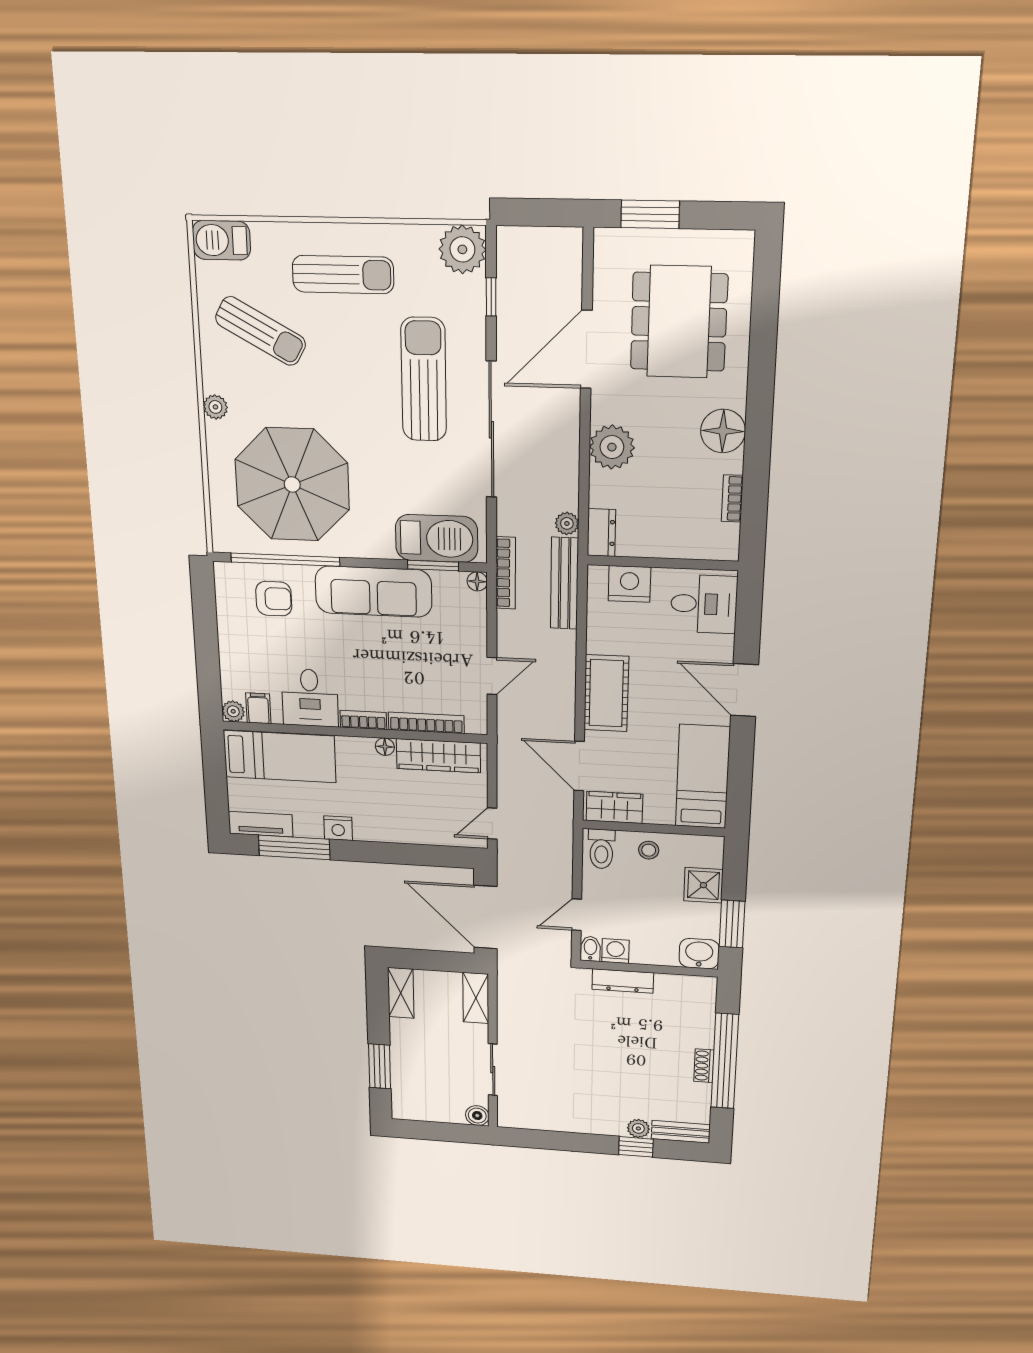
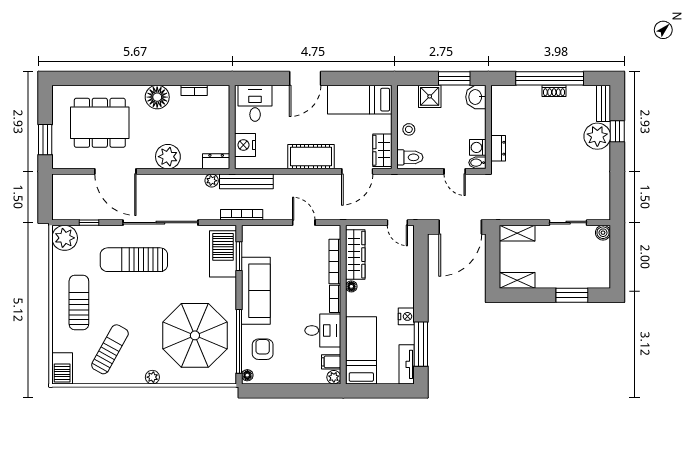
floor lamp: (477, 581) -> (247, 375), moved
dresser: (623, 981) -> (498, 148), width x0.70
plant: (638, 1128) -> (597, 136), width x1.87, depth x1.87

